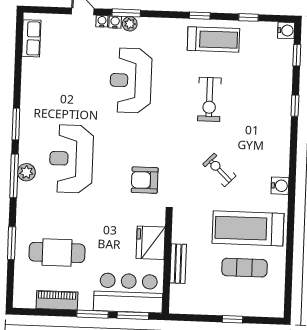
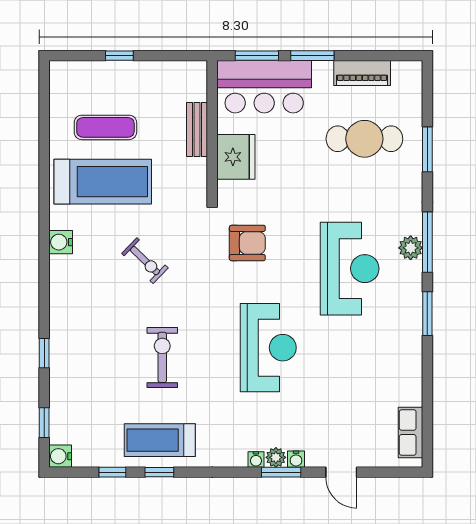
window: (200, 16) -> (159, 472), moved
water cooler: (102, 21) -> (256, 460), moved
reception desk: (131, 80) -> (268, 348), moved

